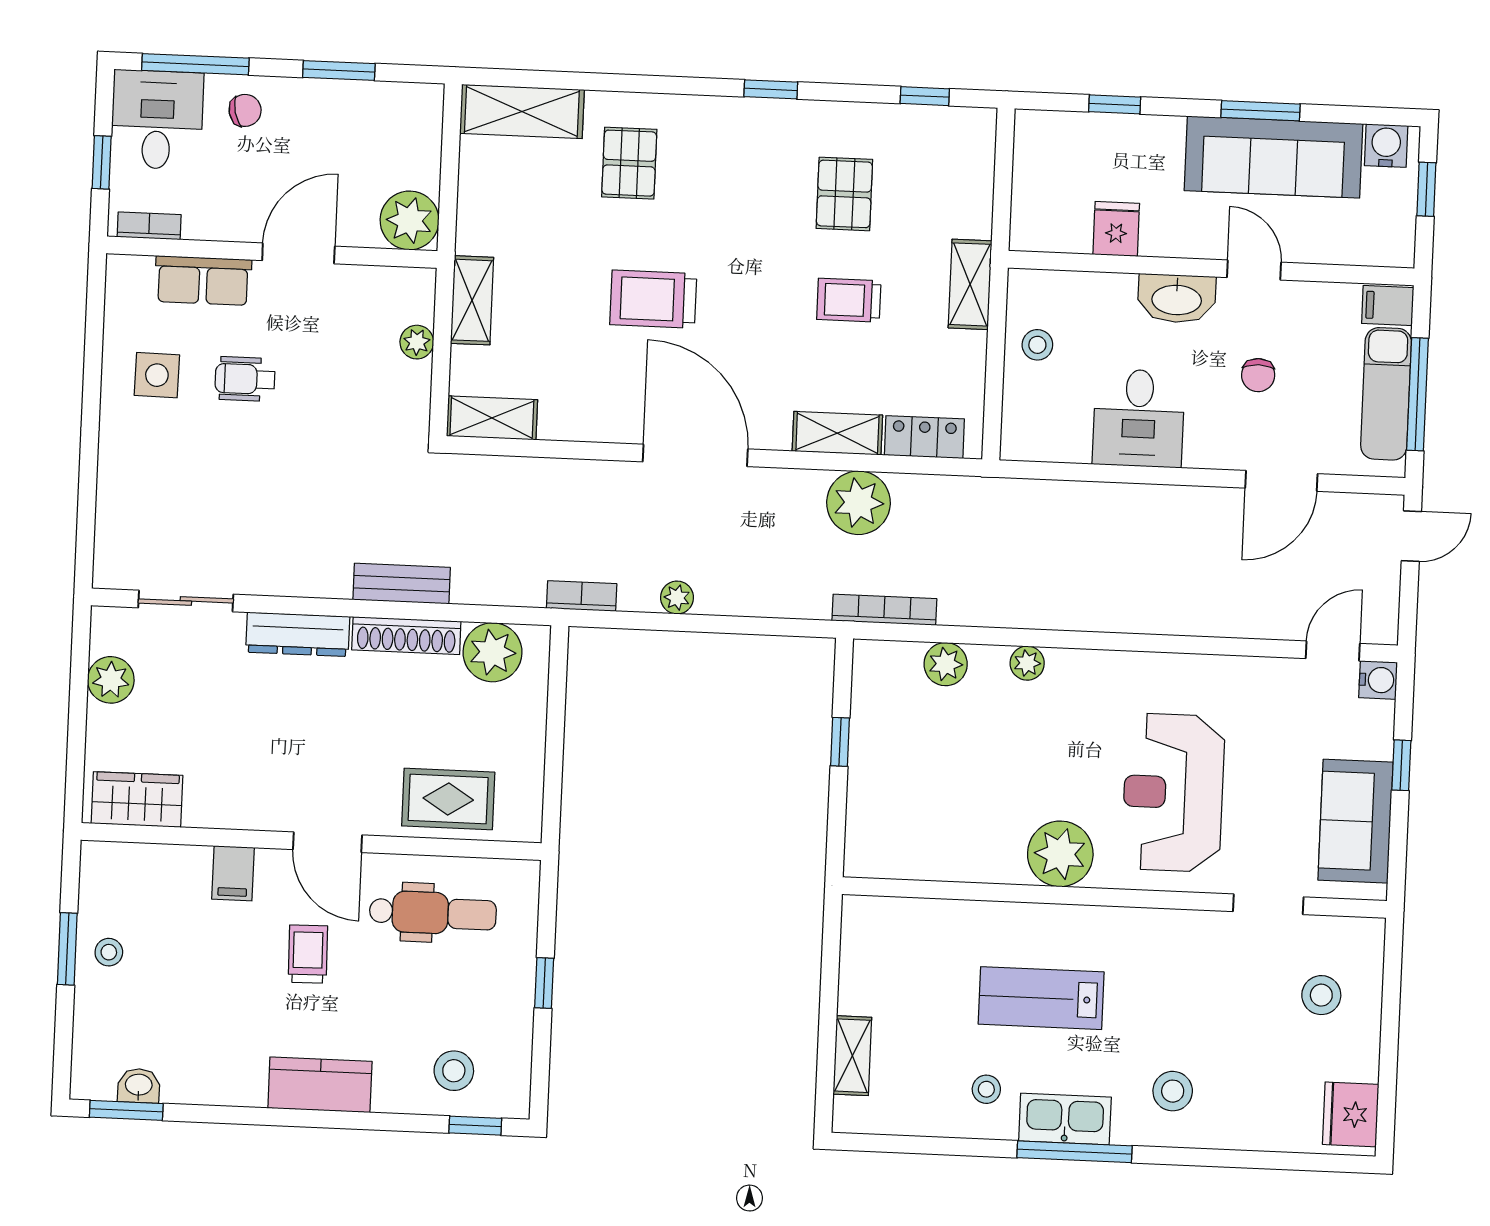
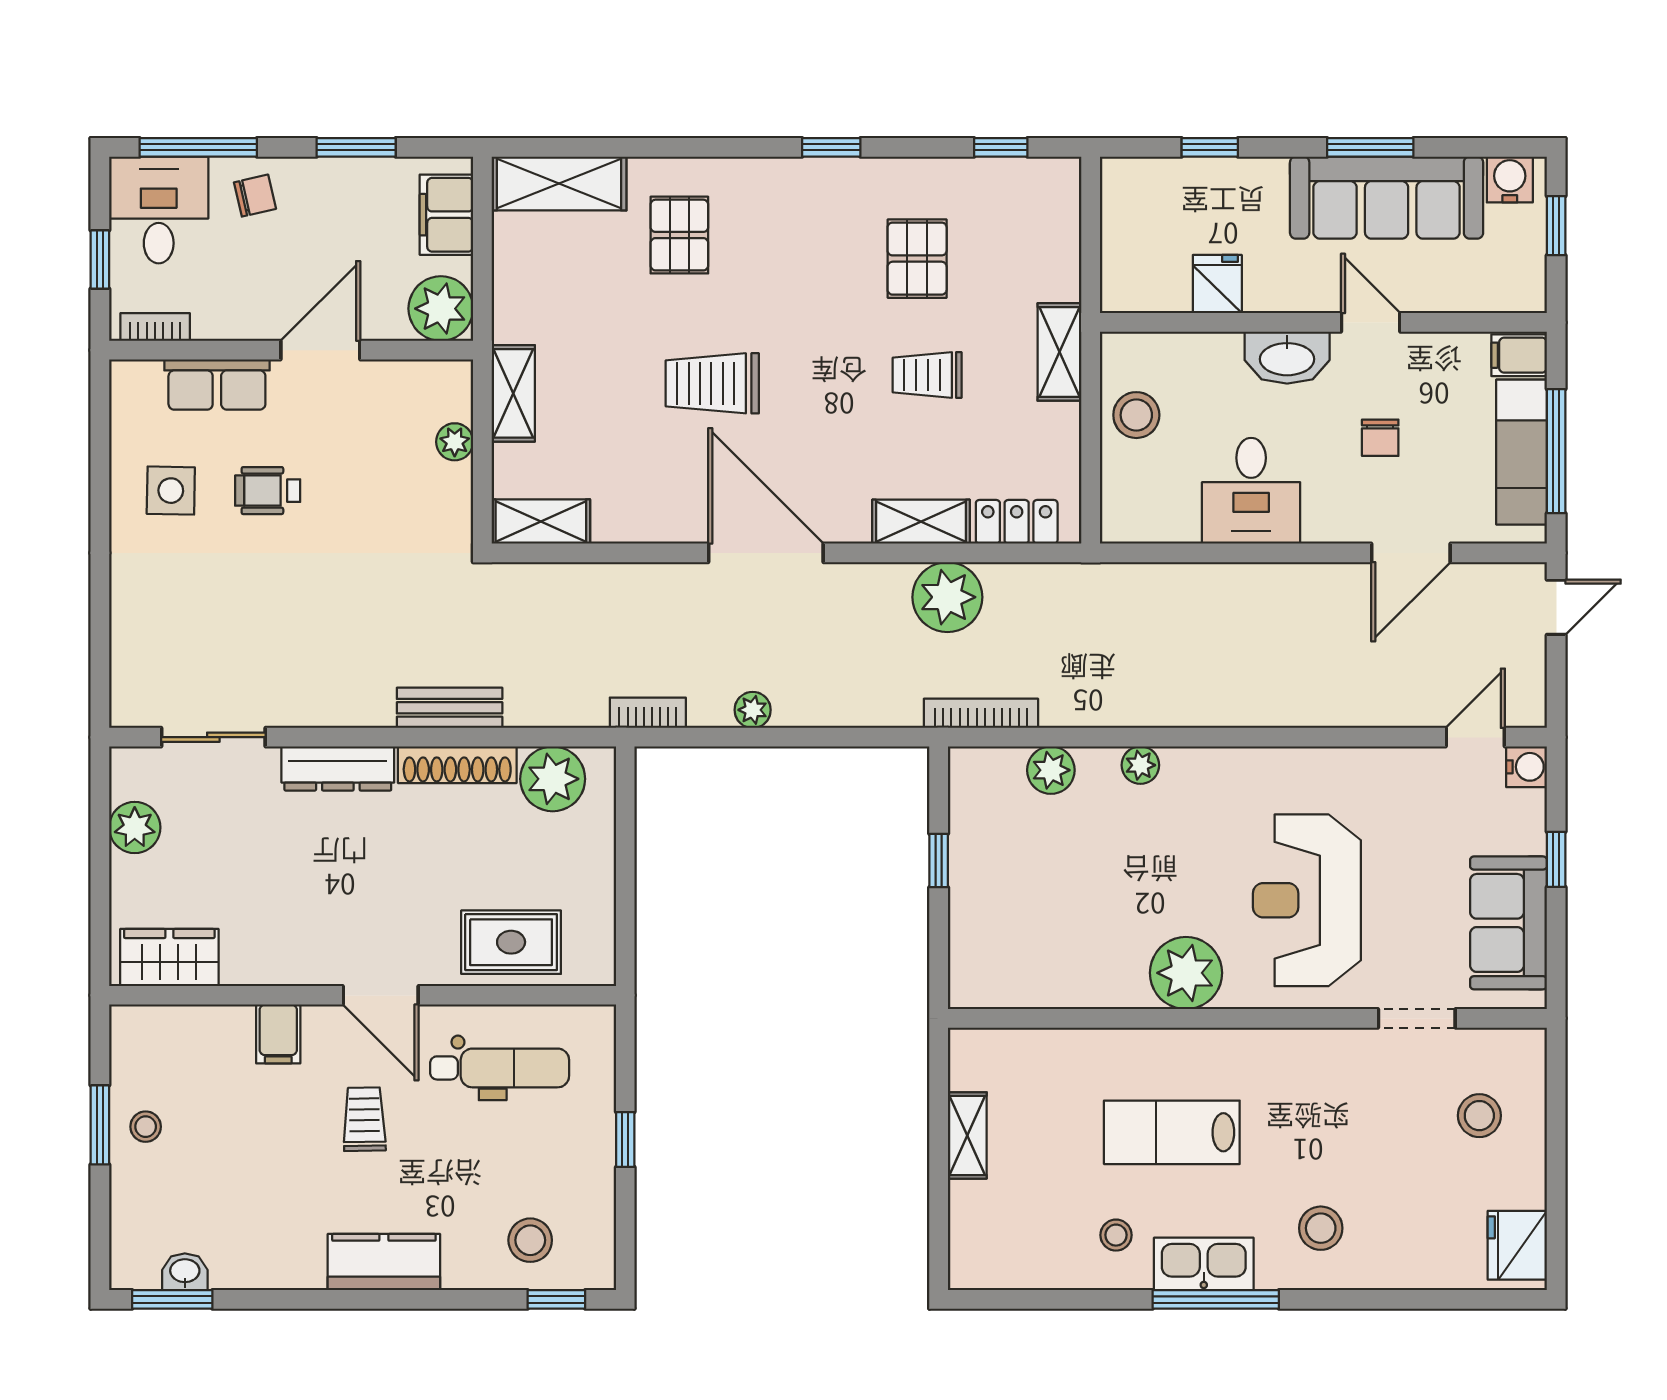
filing cabinet: (418, 135) -> (446, 215), added
stool: (1037, 345) -> (1136, 415), width x1.37, depth x1.37
shelving: (852, 1056) -> (967, 1135), moved

